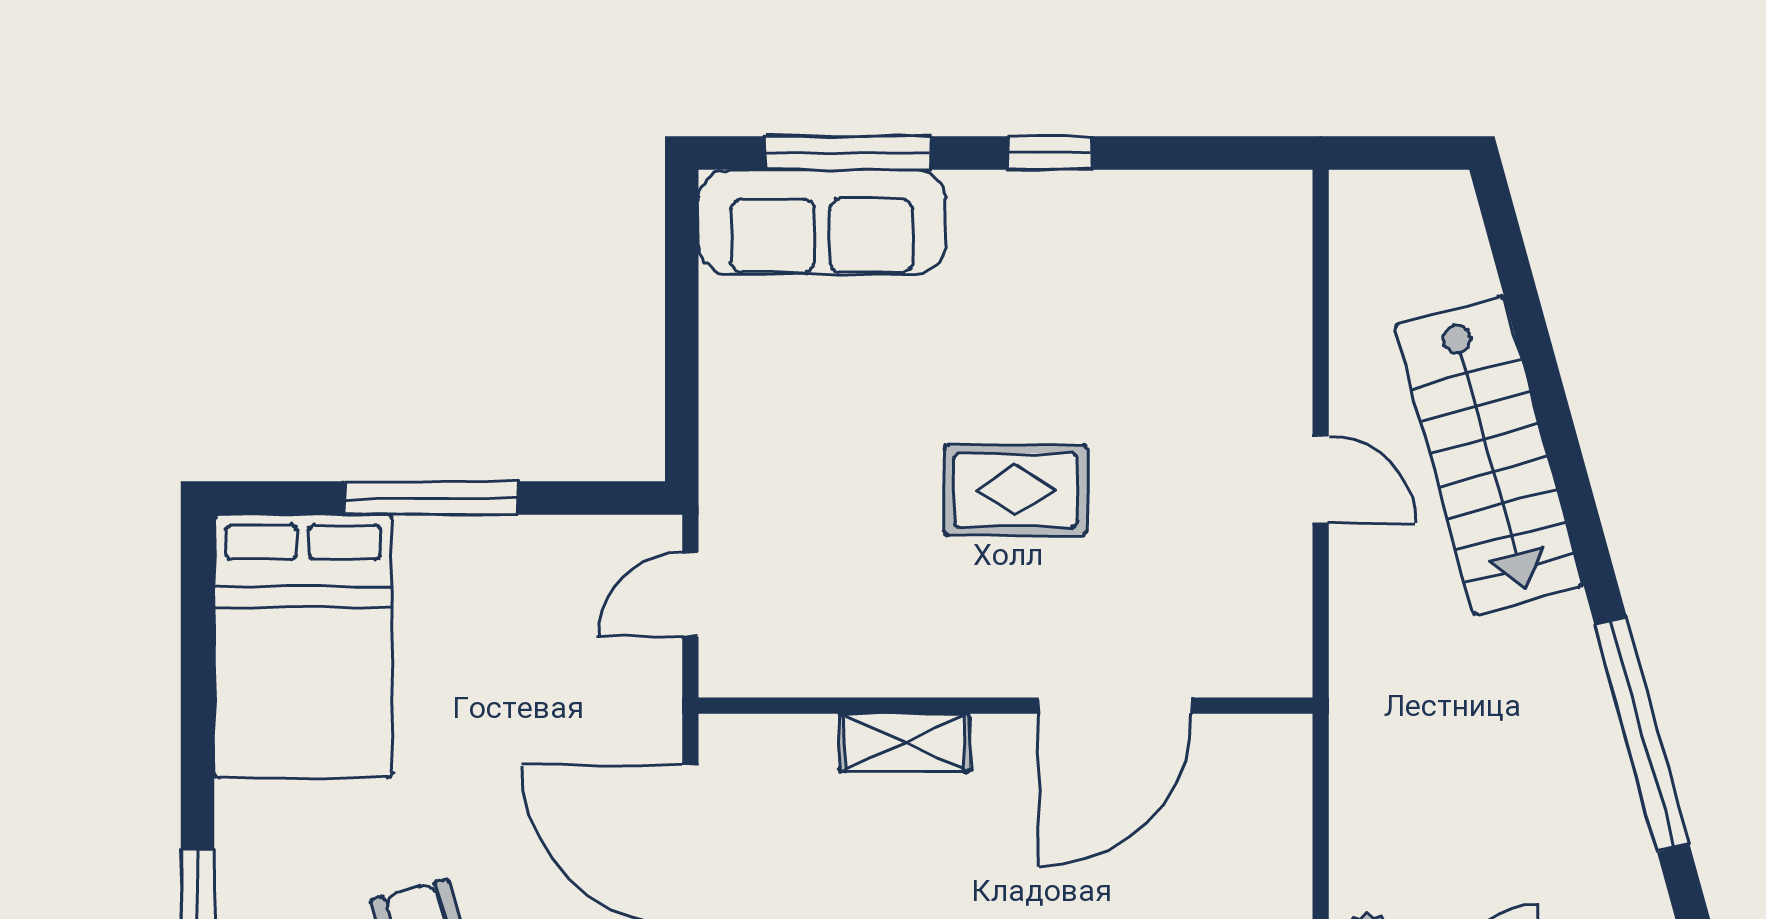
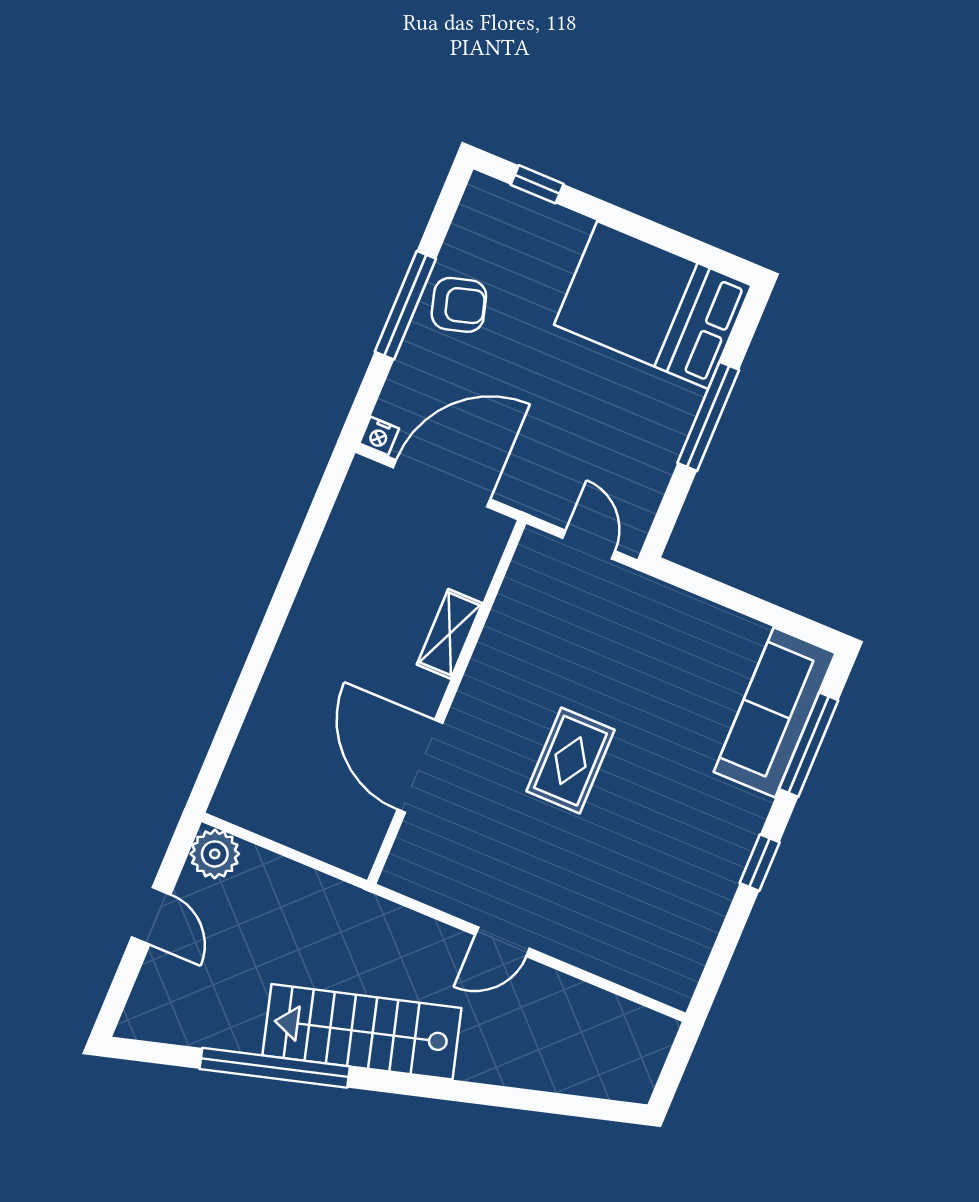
stairs: (1489, 455) -> (362, 1032), moved

